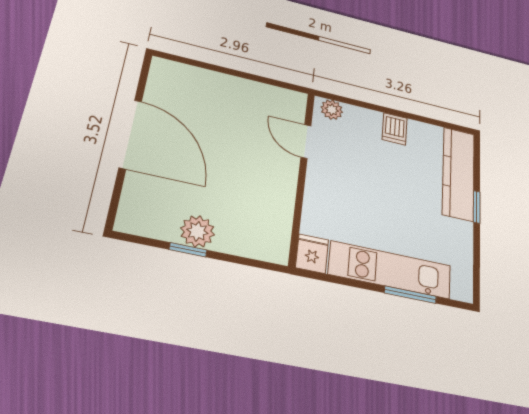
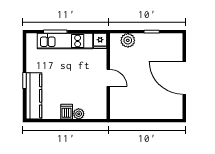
plant: (332, 110) -> (79, 114), moved
door: (306, 142) -> (108, 78), moved
plant: (197, 231) -> (128, 40), moved

